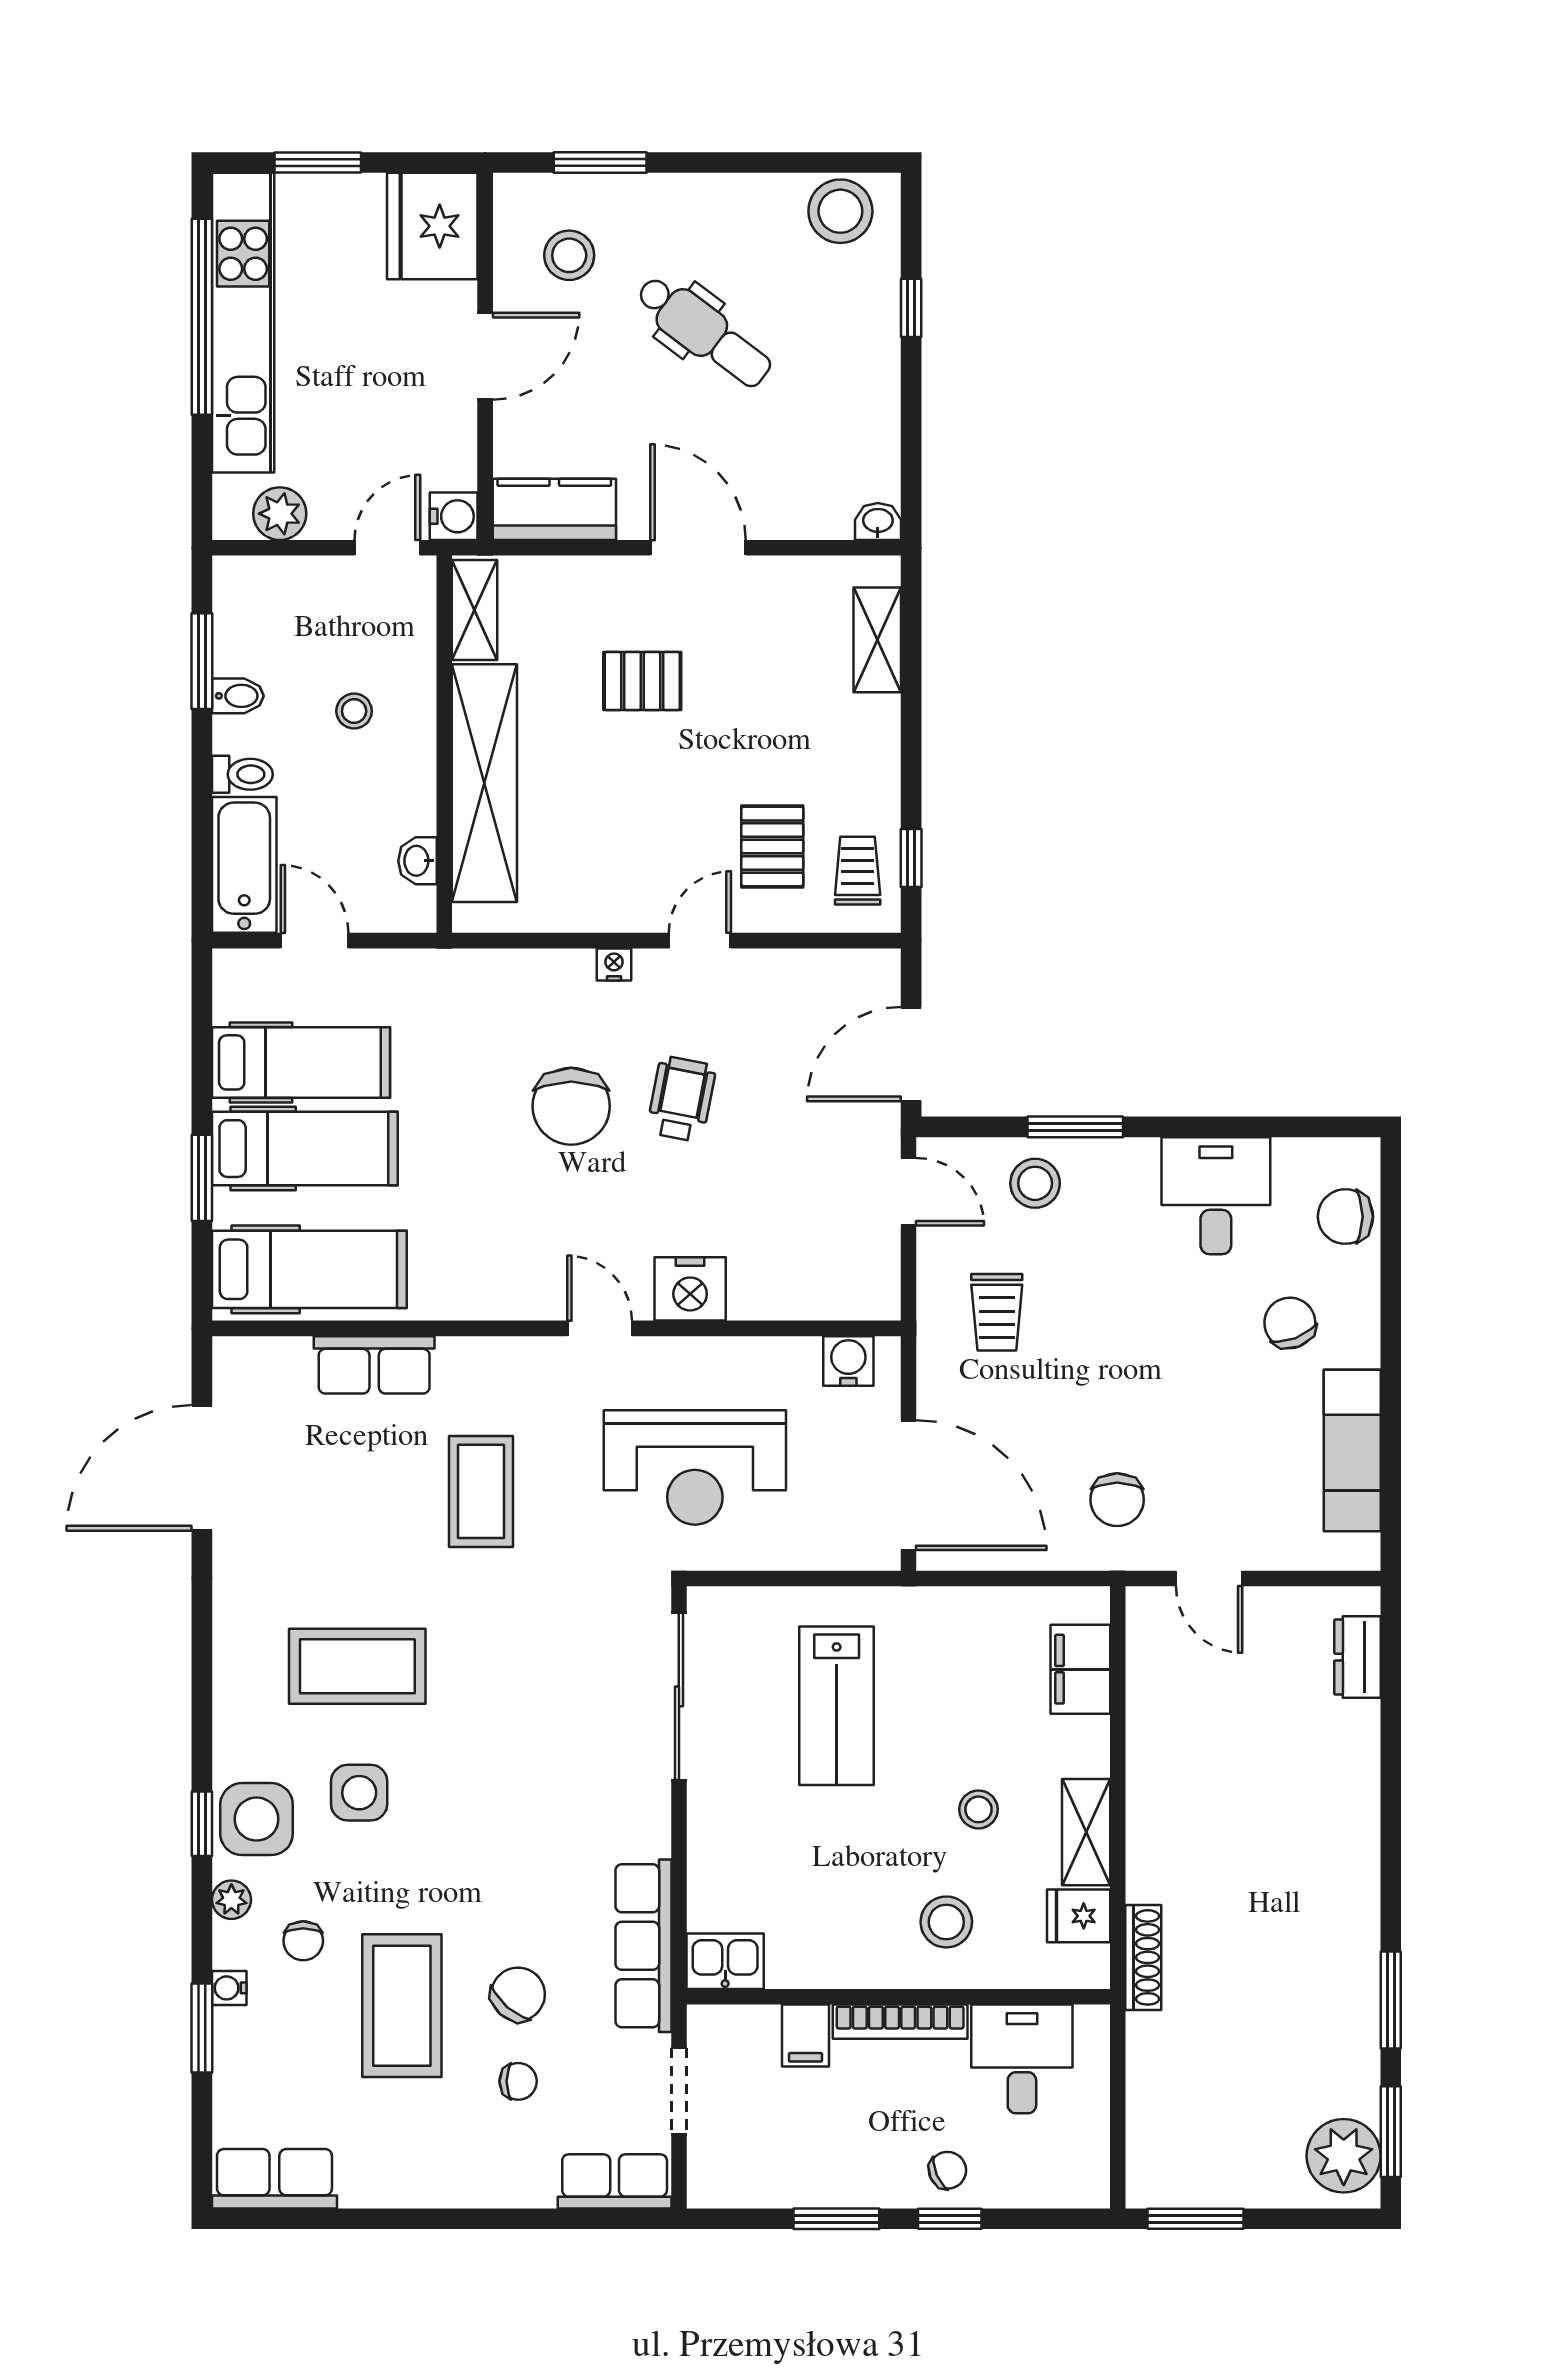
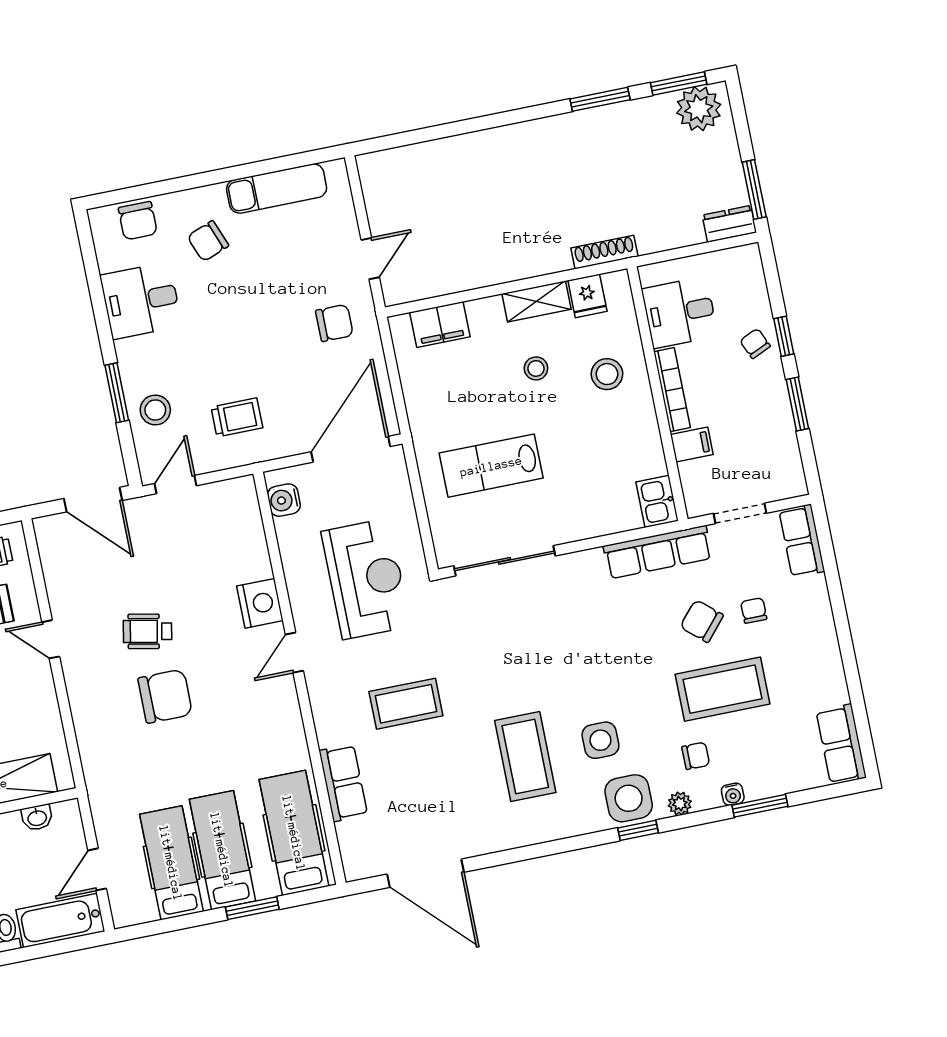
nightstand: (614, 965) -> (75, 688), removed
dresser: (1358, 1657) -> (729, 224), moved, turned 180
lab bench: (837, 1706) -> (491, 466), turned 180

